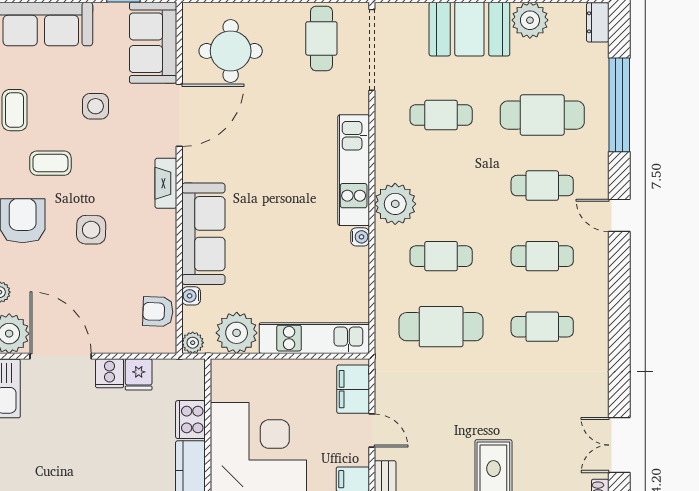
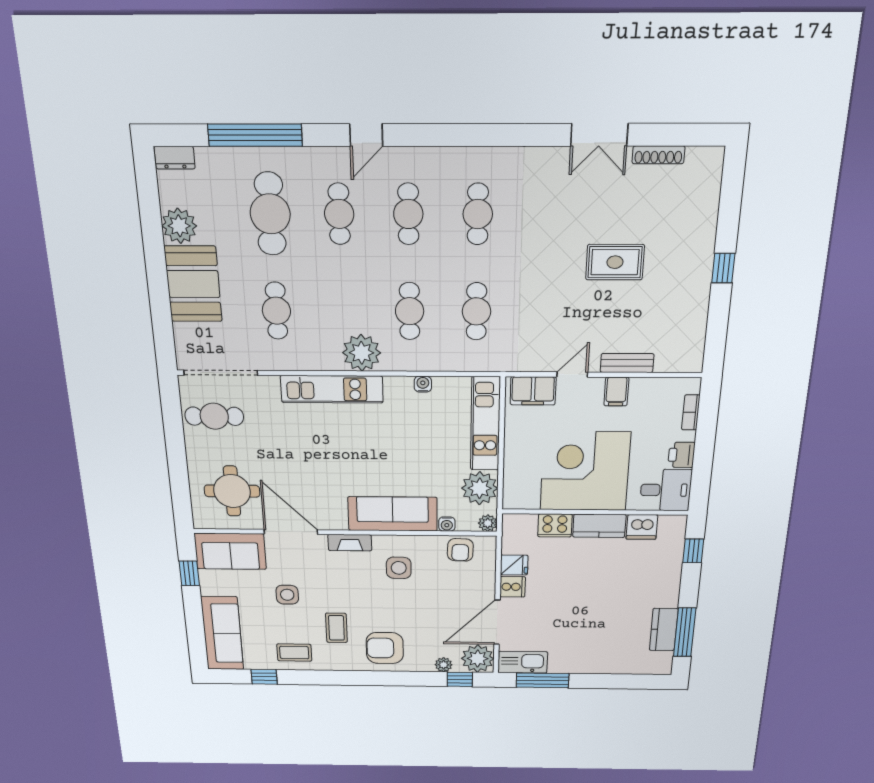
side table: (91, 230) -> (399, 568), moved
water cooler: (360, 237) -> (423, 384), moved
cafe table: (441, 327) -> (476, 311), width x0.73, depth x0.74

